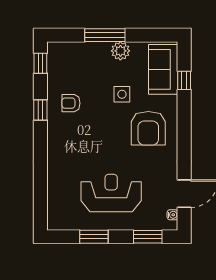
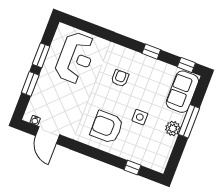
sofa: (163, 69) -> (182, 92), moved, turned -90
armchair: (71, 103) -> (120, 78), moved
reception desk: (111, 193) -> (75, 58), moved
window: (148, 237) -> (30, 84), moved

